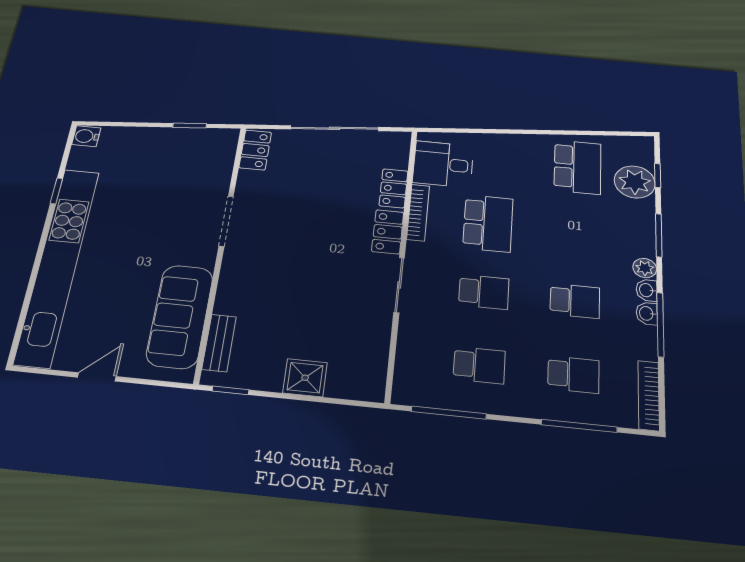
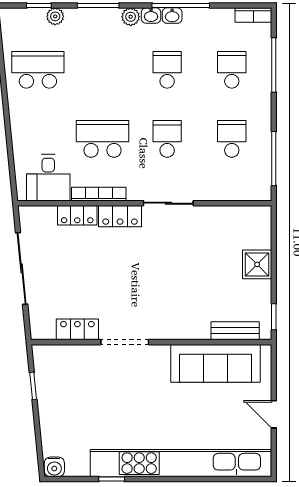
locker: (255, 150) -> (77, 329), moved
plant: (635, 182) -> (55, 16), width x0.53, depth x0.53
bookcase: (649, 395) -> (253, 15), width x0.64

